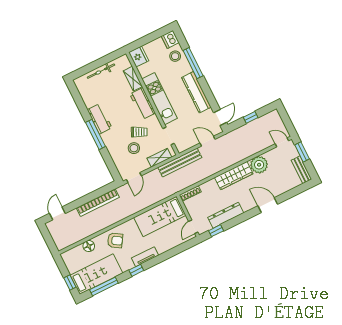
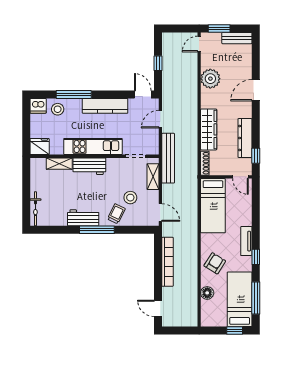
bicycle: (101, 71) -> (35, 209), moved
trolley: (139, 132) -> (116, 214), moved
wardrobe: (234, 176) -> (209, 129), moved

